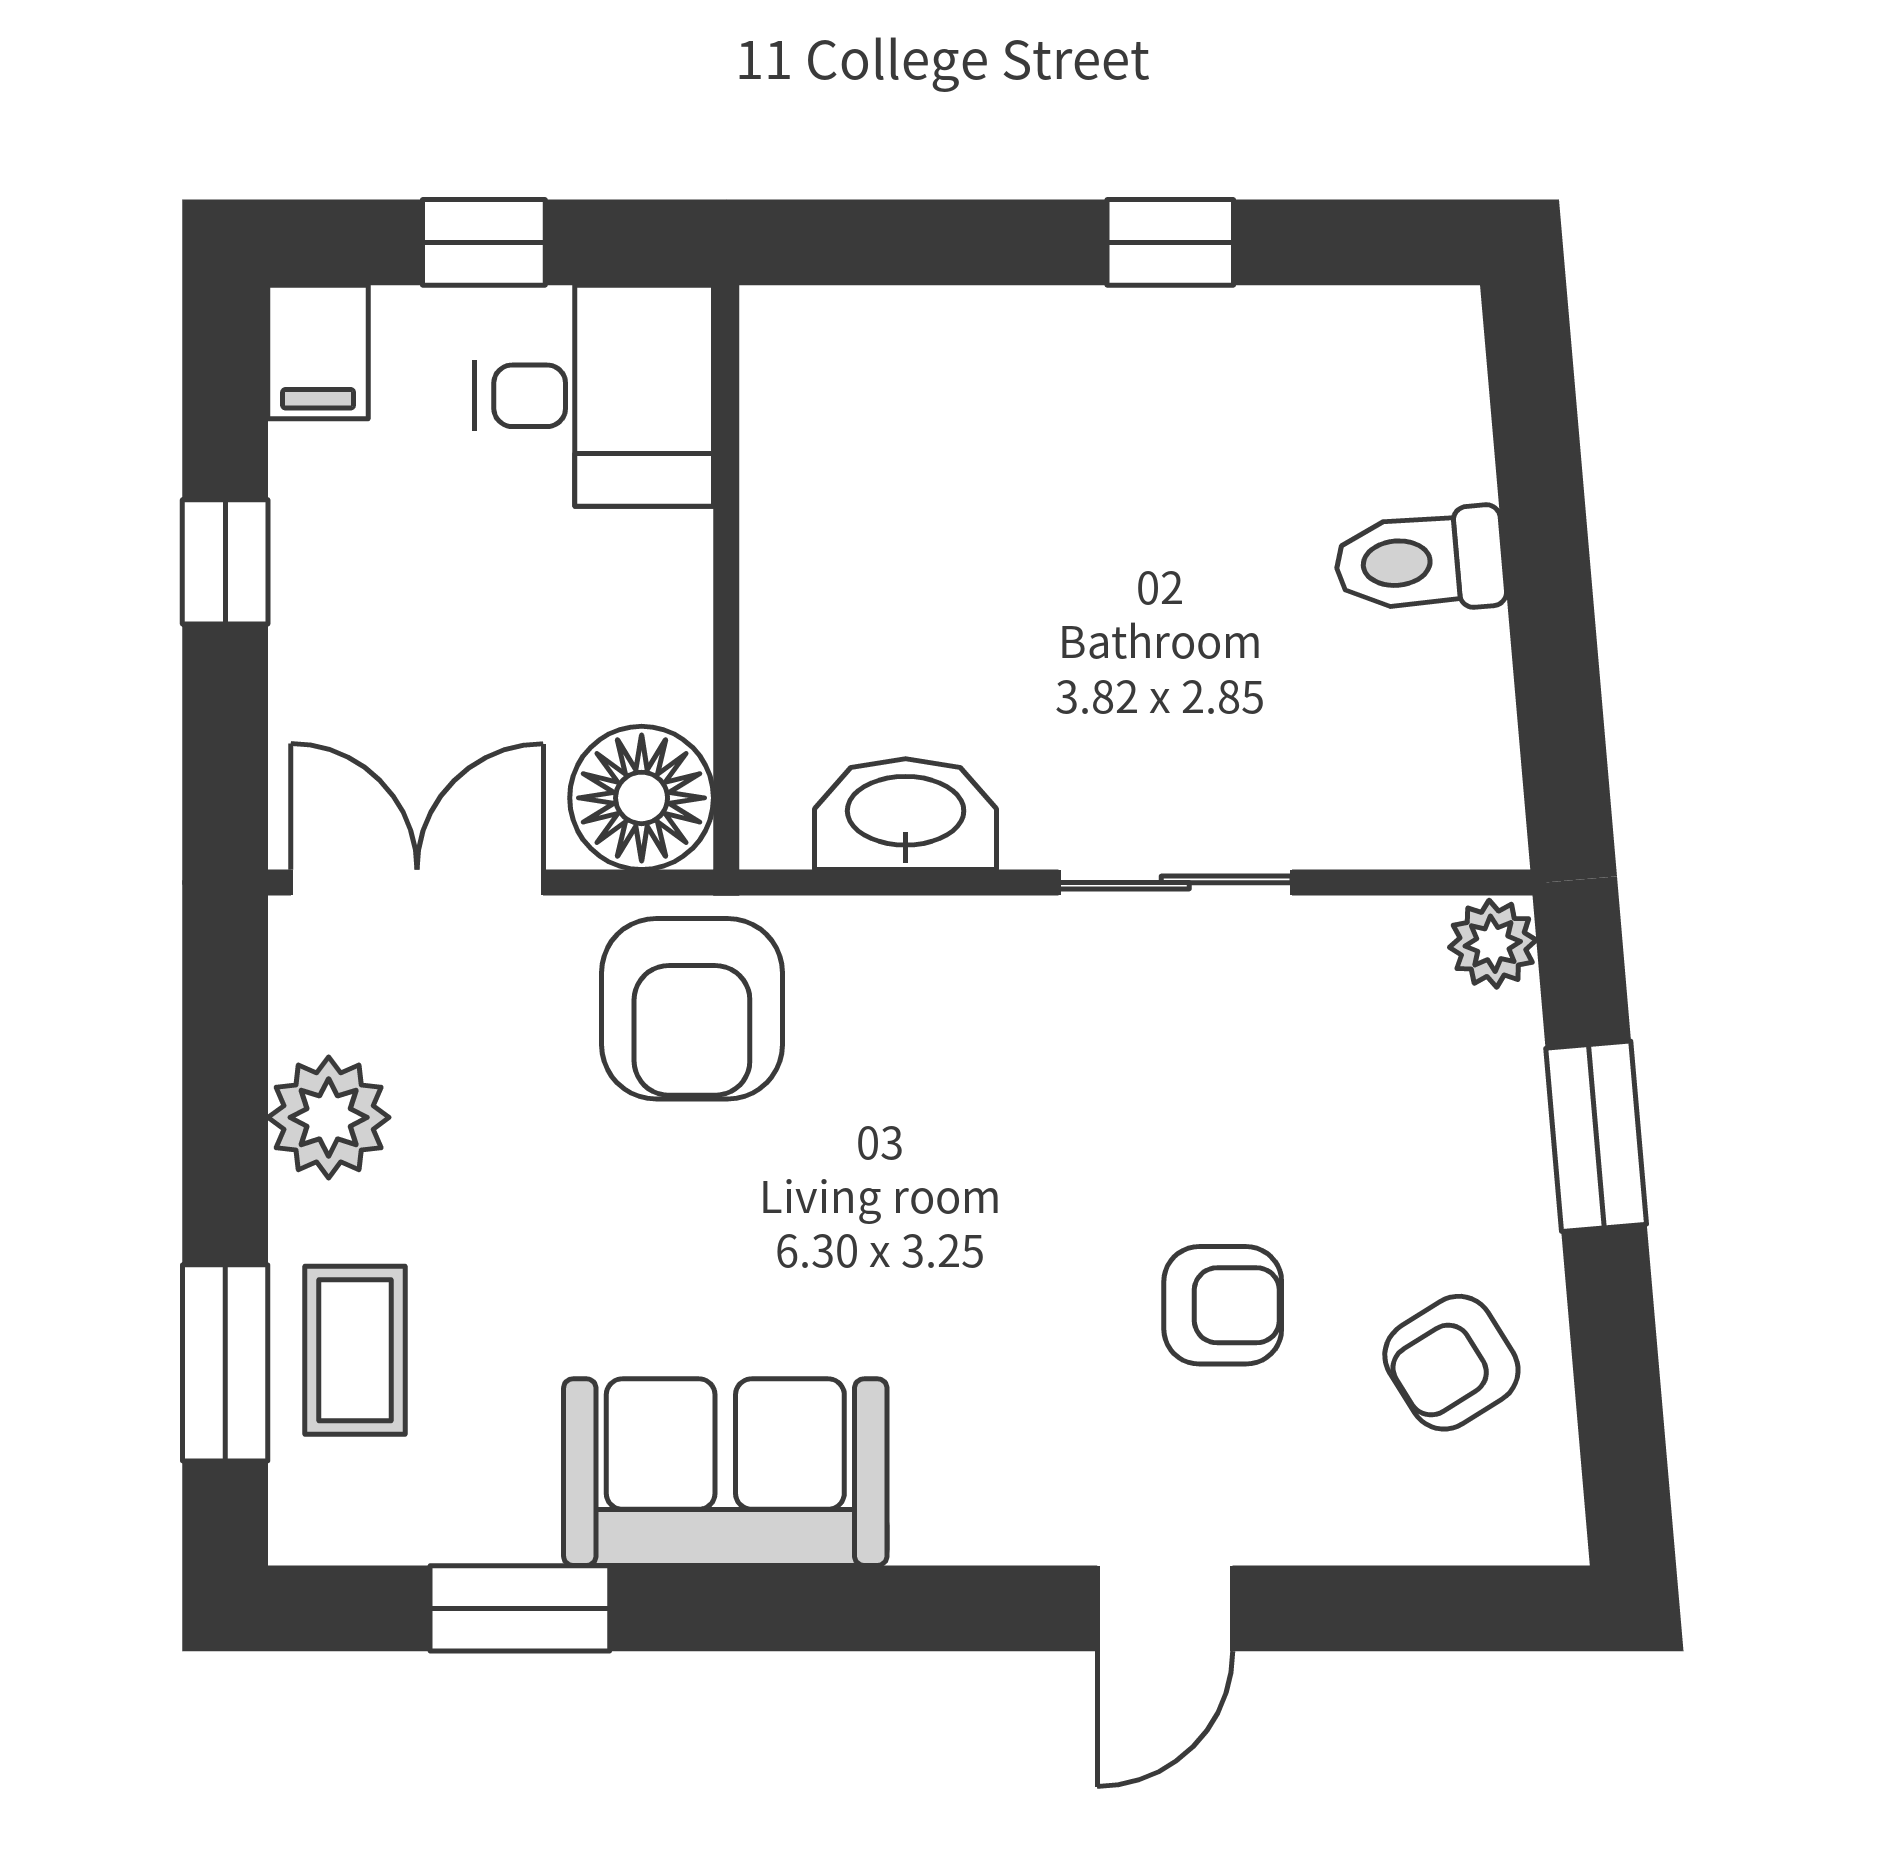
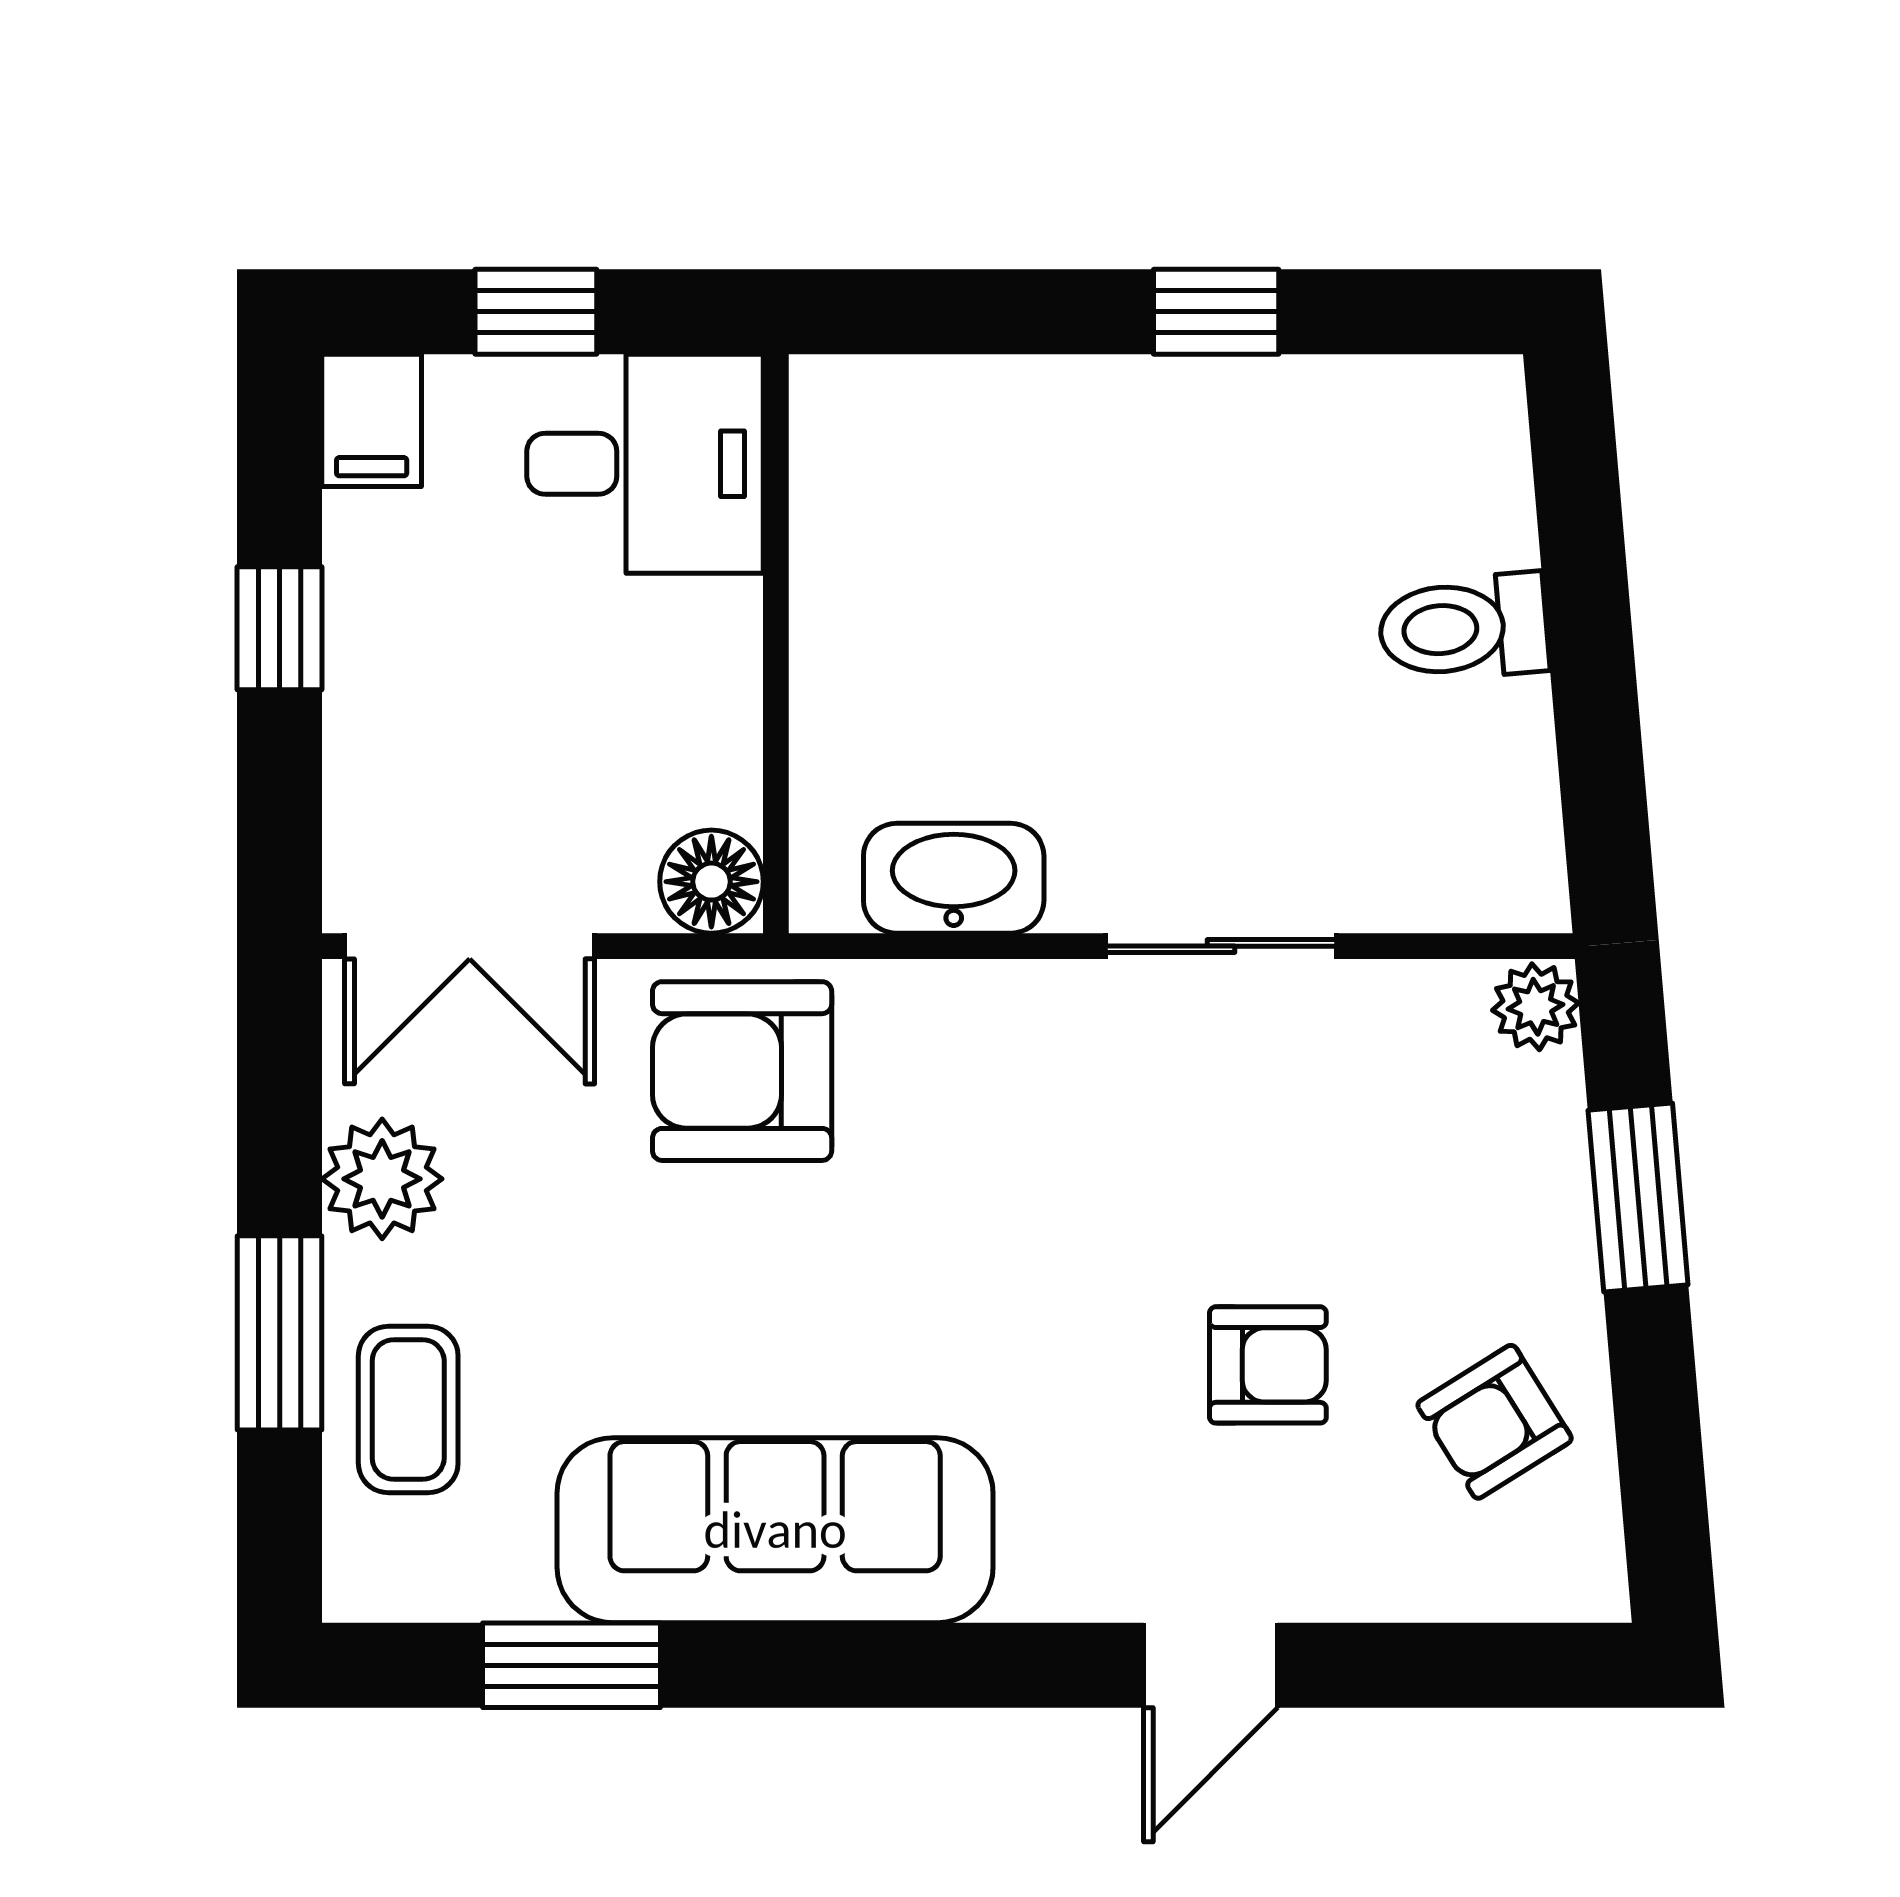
floor lamp: (642, 798) -> (711, 882), width x0.73, depth x0.73
double door: (417, 883) -> (470, 946), swing flipped
armchair: (692, 1009) -> (742, 1071), turned 90
window: (225, 1363) -> (280, 1333), moved
sofa: (725, 1472) -> (775, 1530), width x1.36

